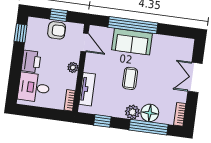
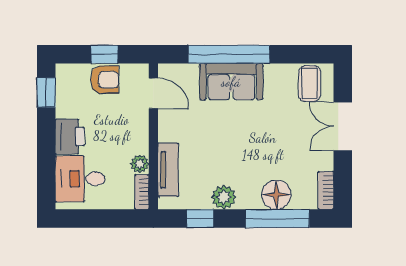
plant: (73, 67) -> (140, 164), moved
coffee table: (130, 78) -> (309, 83), moved
plant: (132, 112) -> (224, 197), moved

